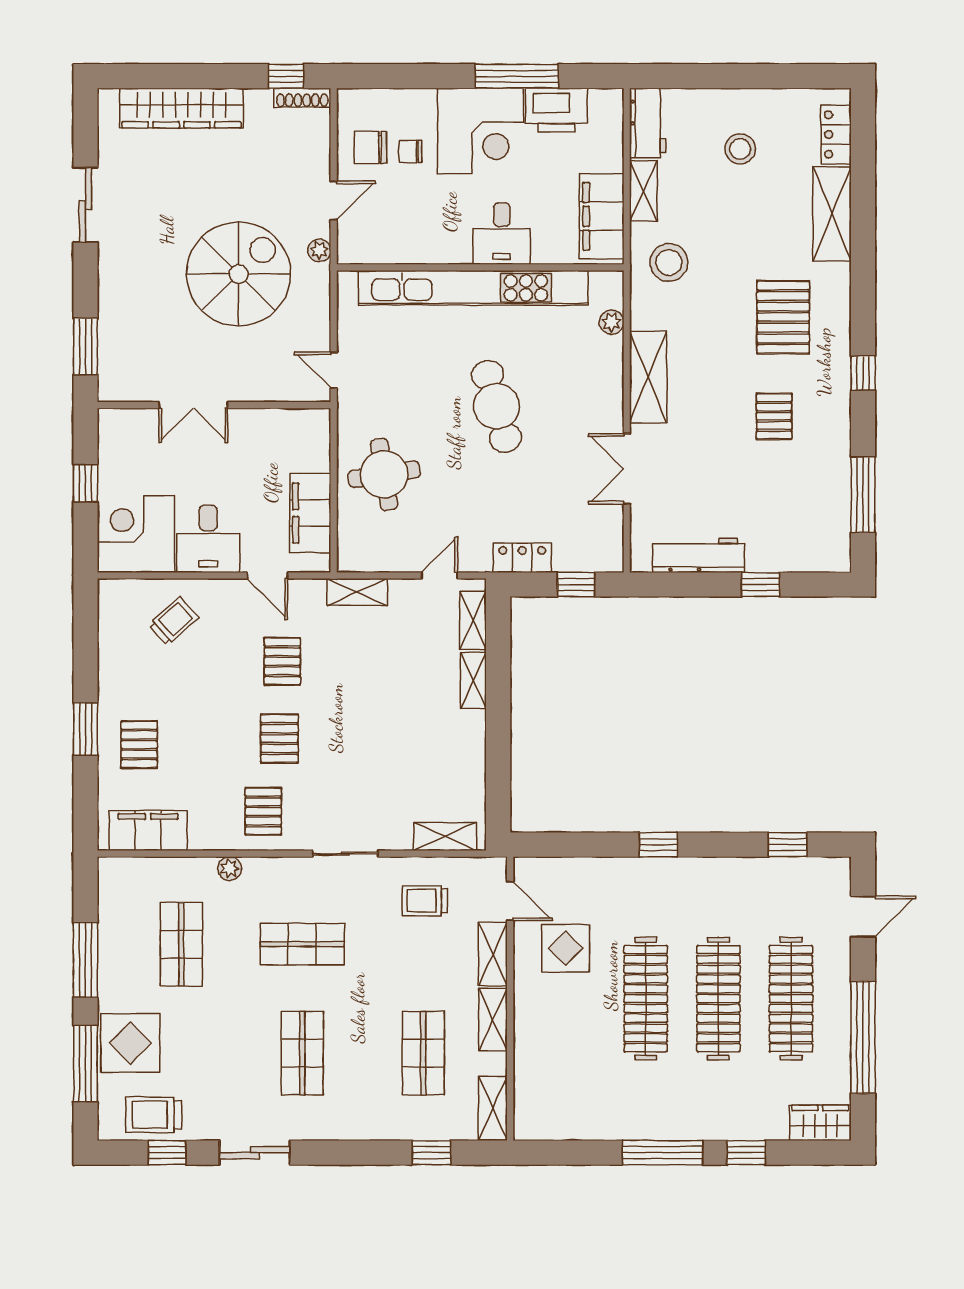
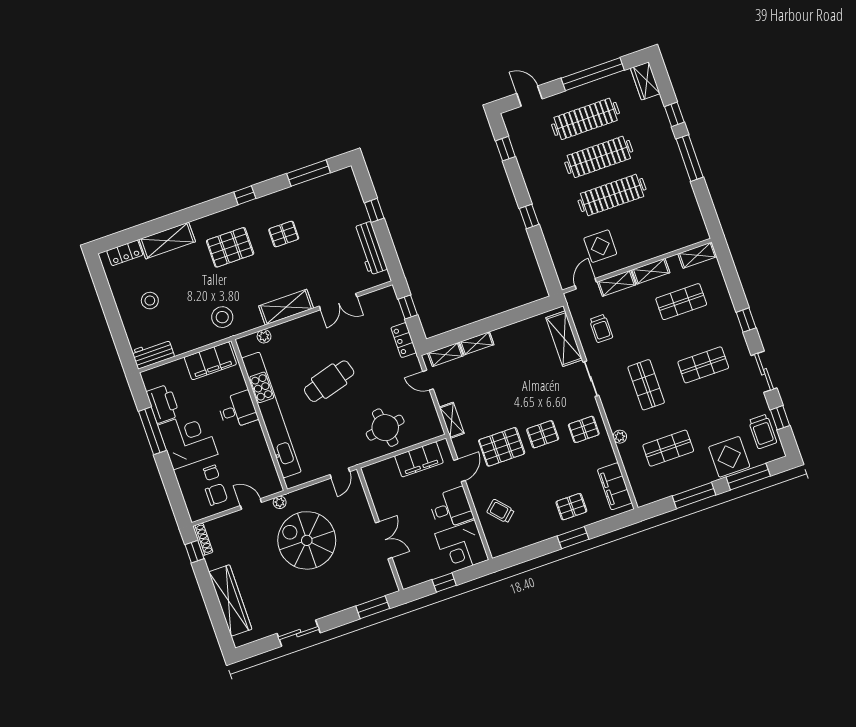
chair: (370, 147) -> (216, 494), turned -90
shelving: (643, 191) -> (189, 344), removed
pallet: (282, 661) -> (502, 447), width x1.50, depth x1.42
shelving: (445, 837) -> (564, 339), width x1.50, depth x1.33
window: (432, 1153) -> (746, 320), moved

